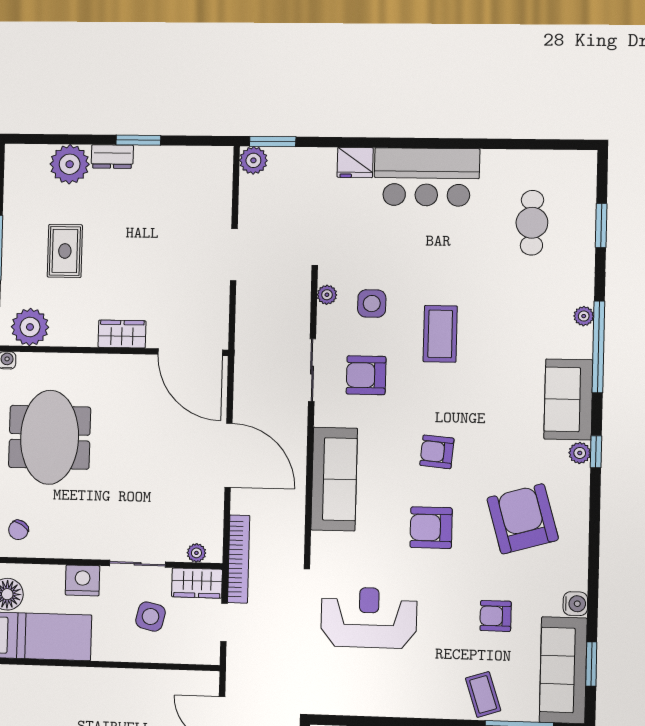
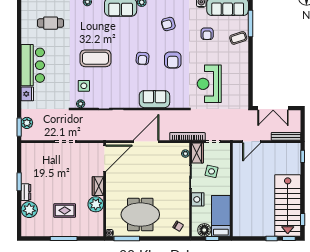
plant: (253, 160) -> (27, 123), moved
plant: (30, 327) -> (96, 204), moved
coffee table: (440, 334) -> (95, 58), width x1.36, depth x1.32
armchair: (366, 375) -> (113, 87), removed
sofa: (334, 479) -> (154, 99), width x0.73
armchair: (523, 519) -> (168, 24), width x0.53, depth x0.53

